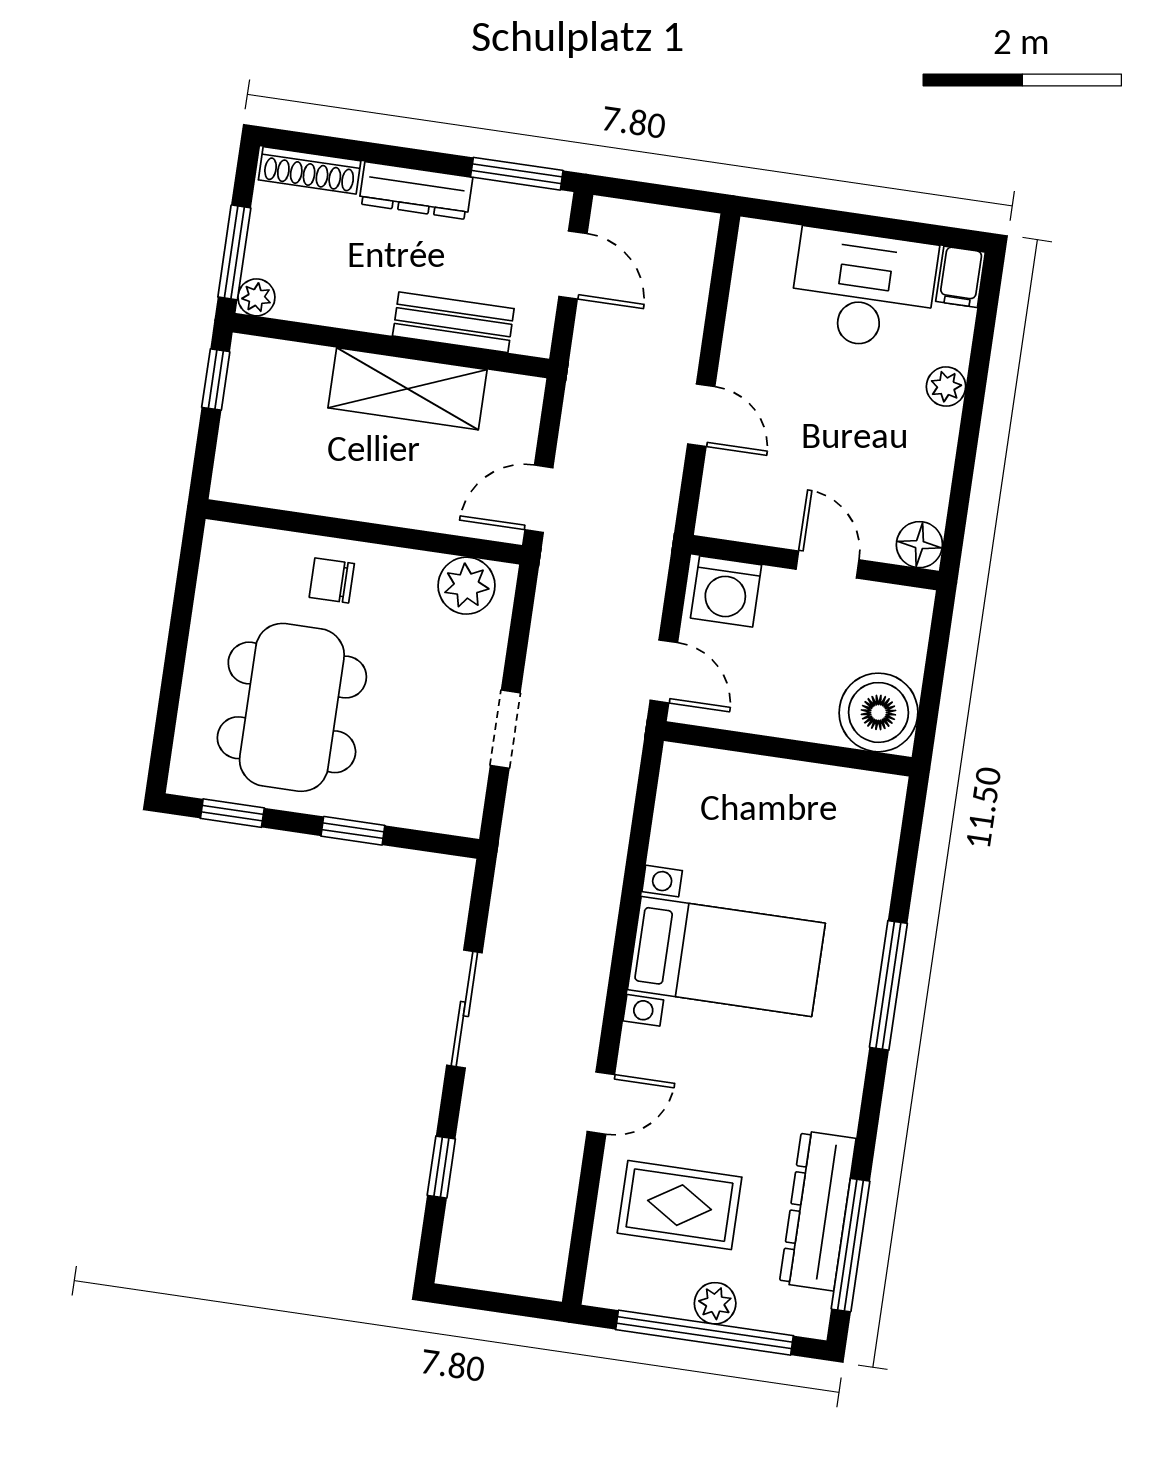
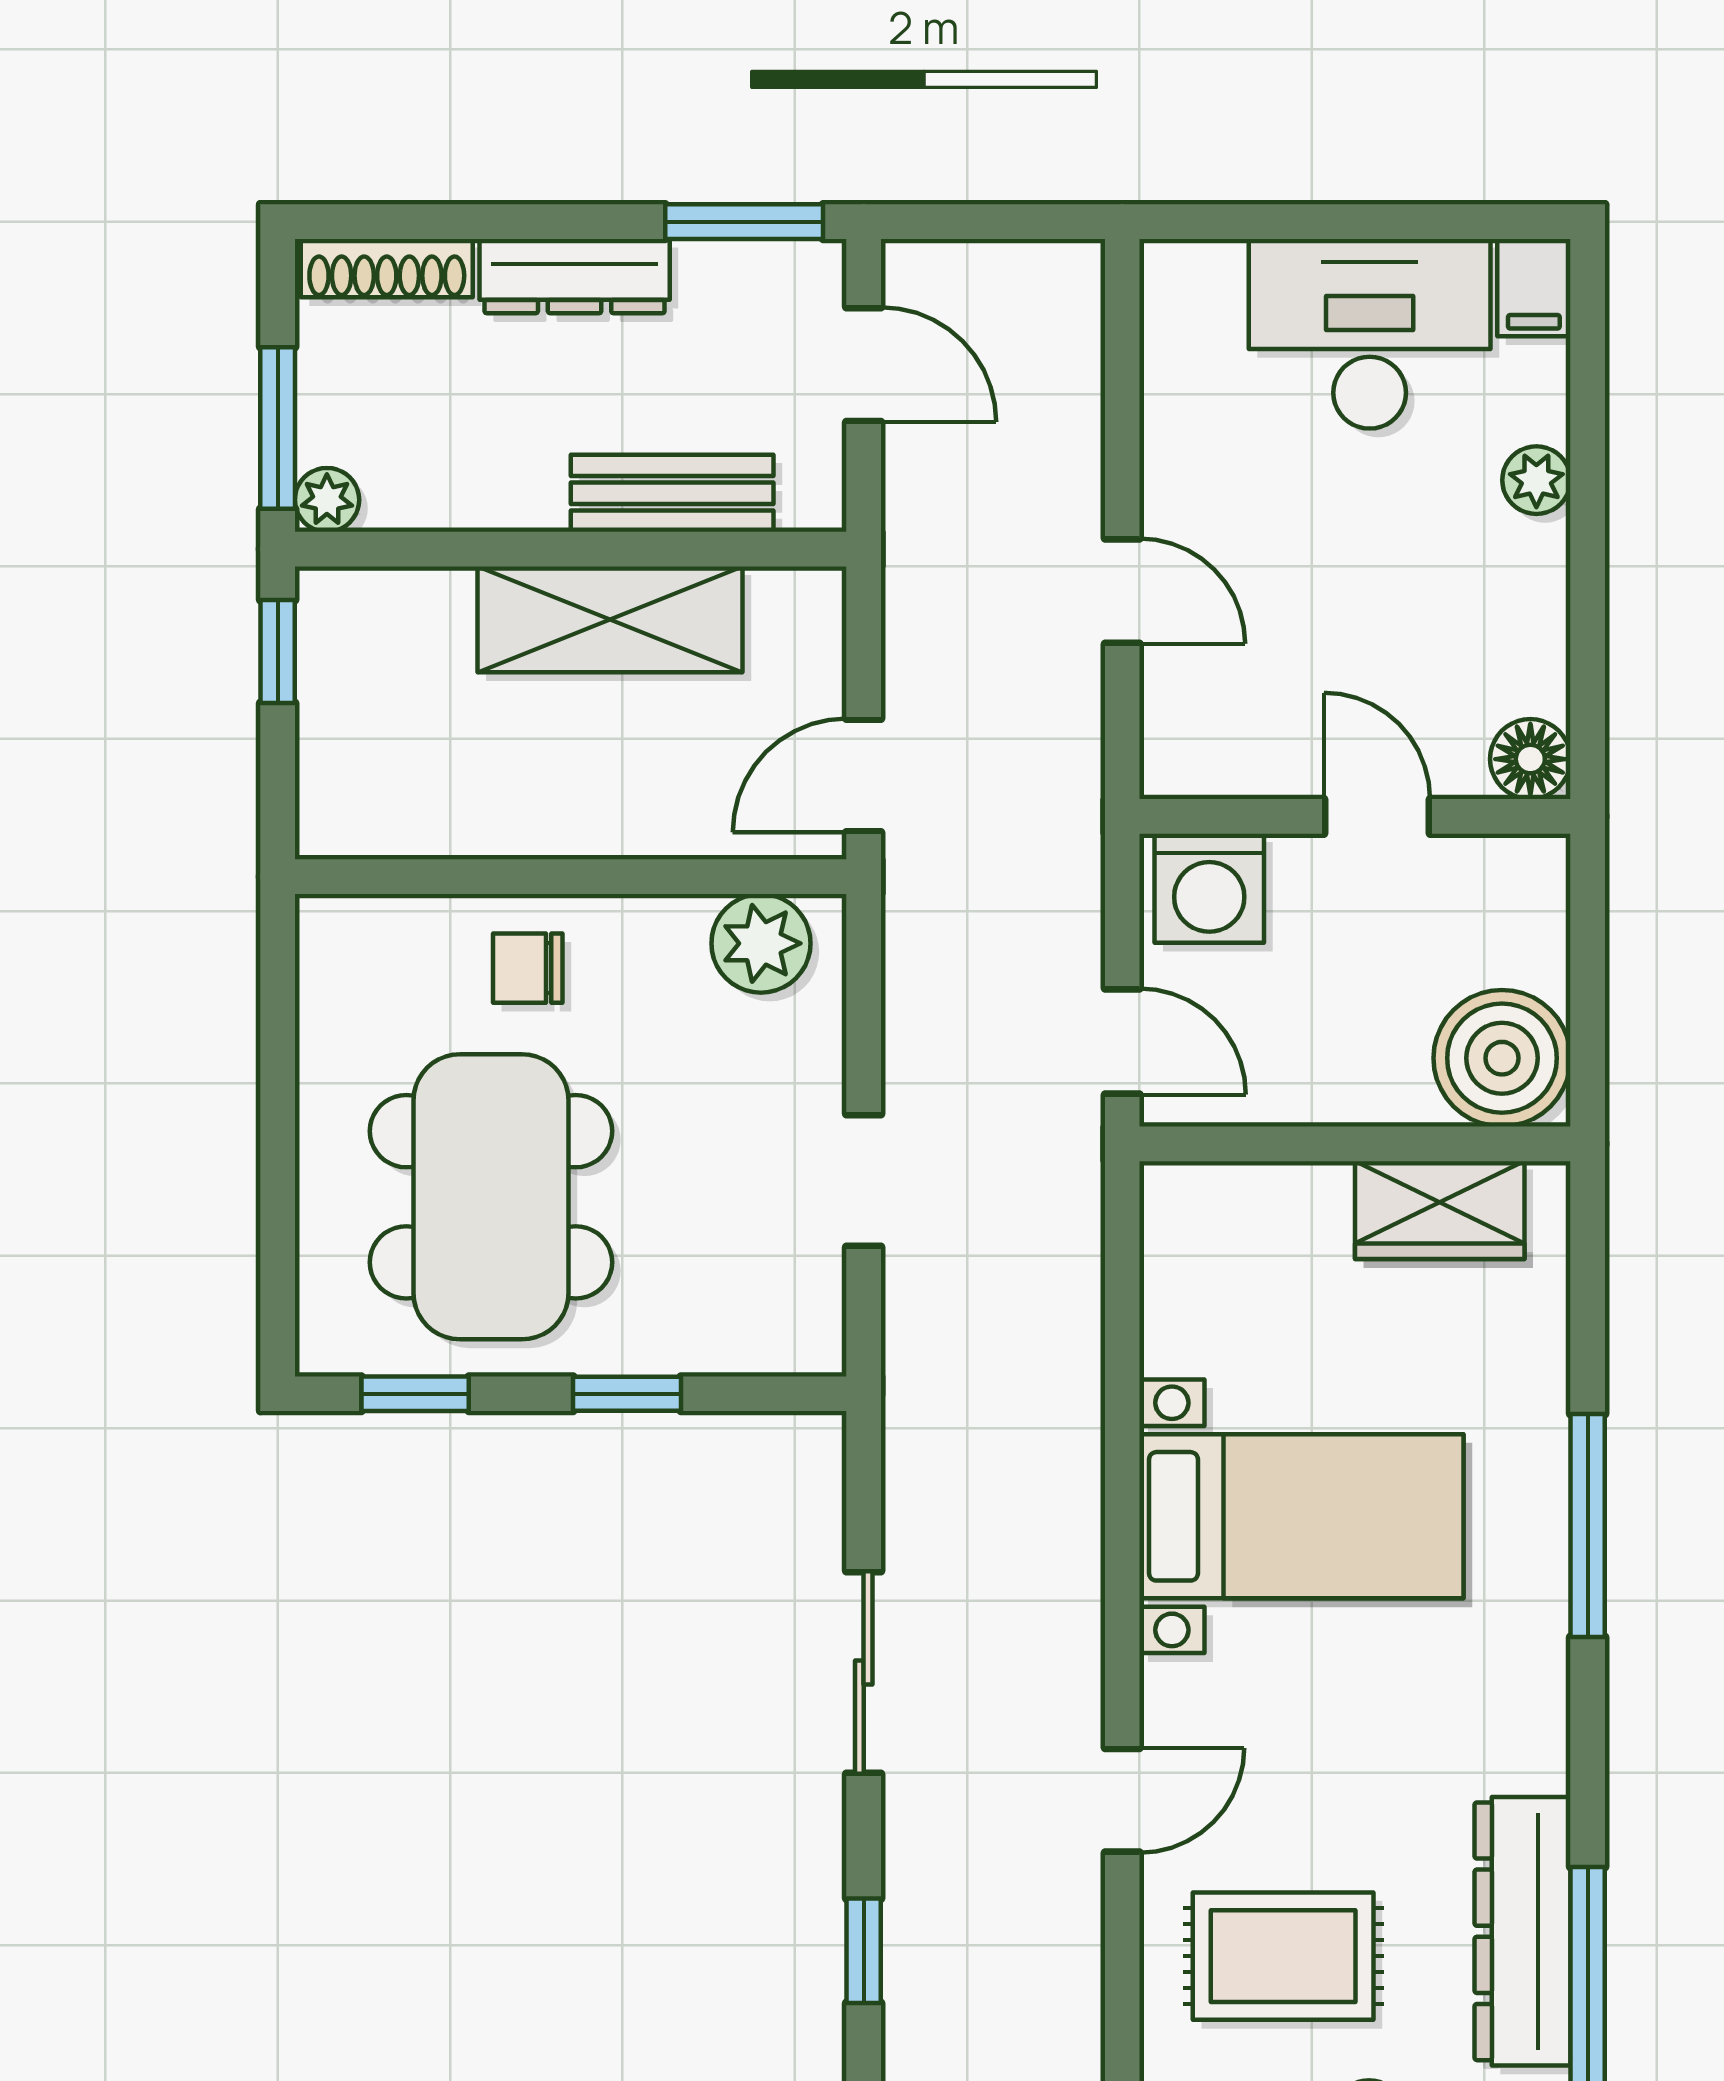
wardrobe: (830, 794) -> (1440, 1210), added

